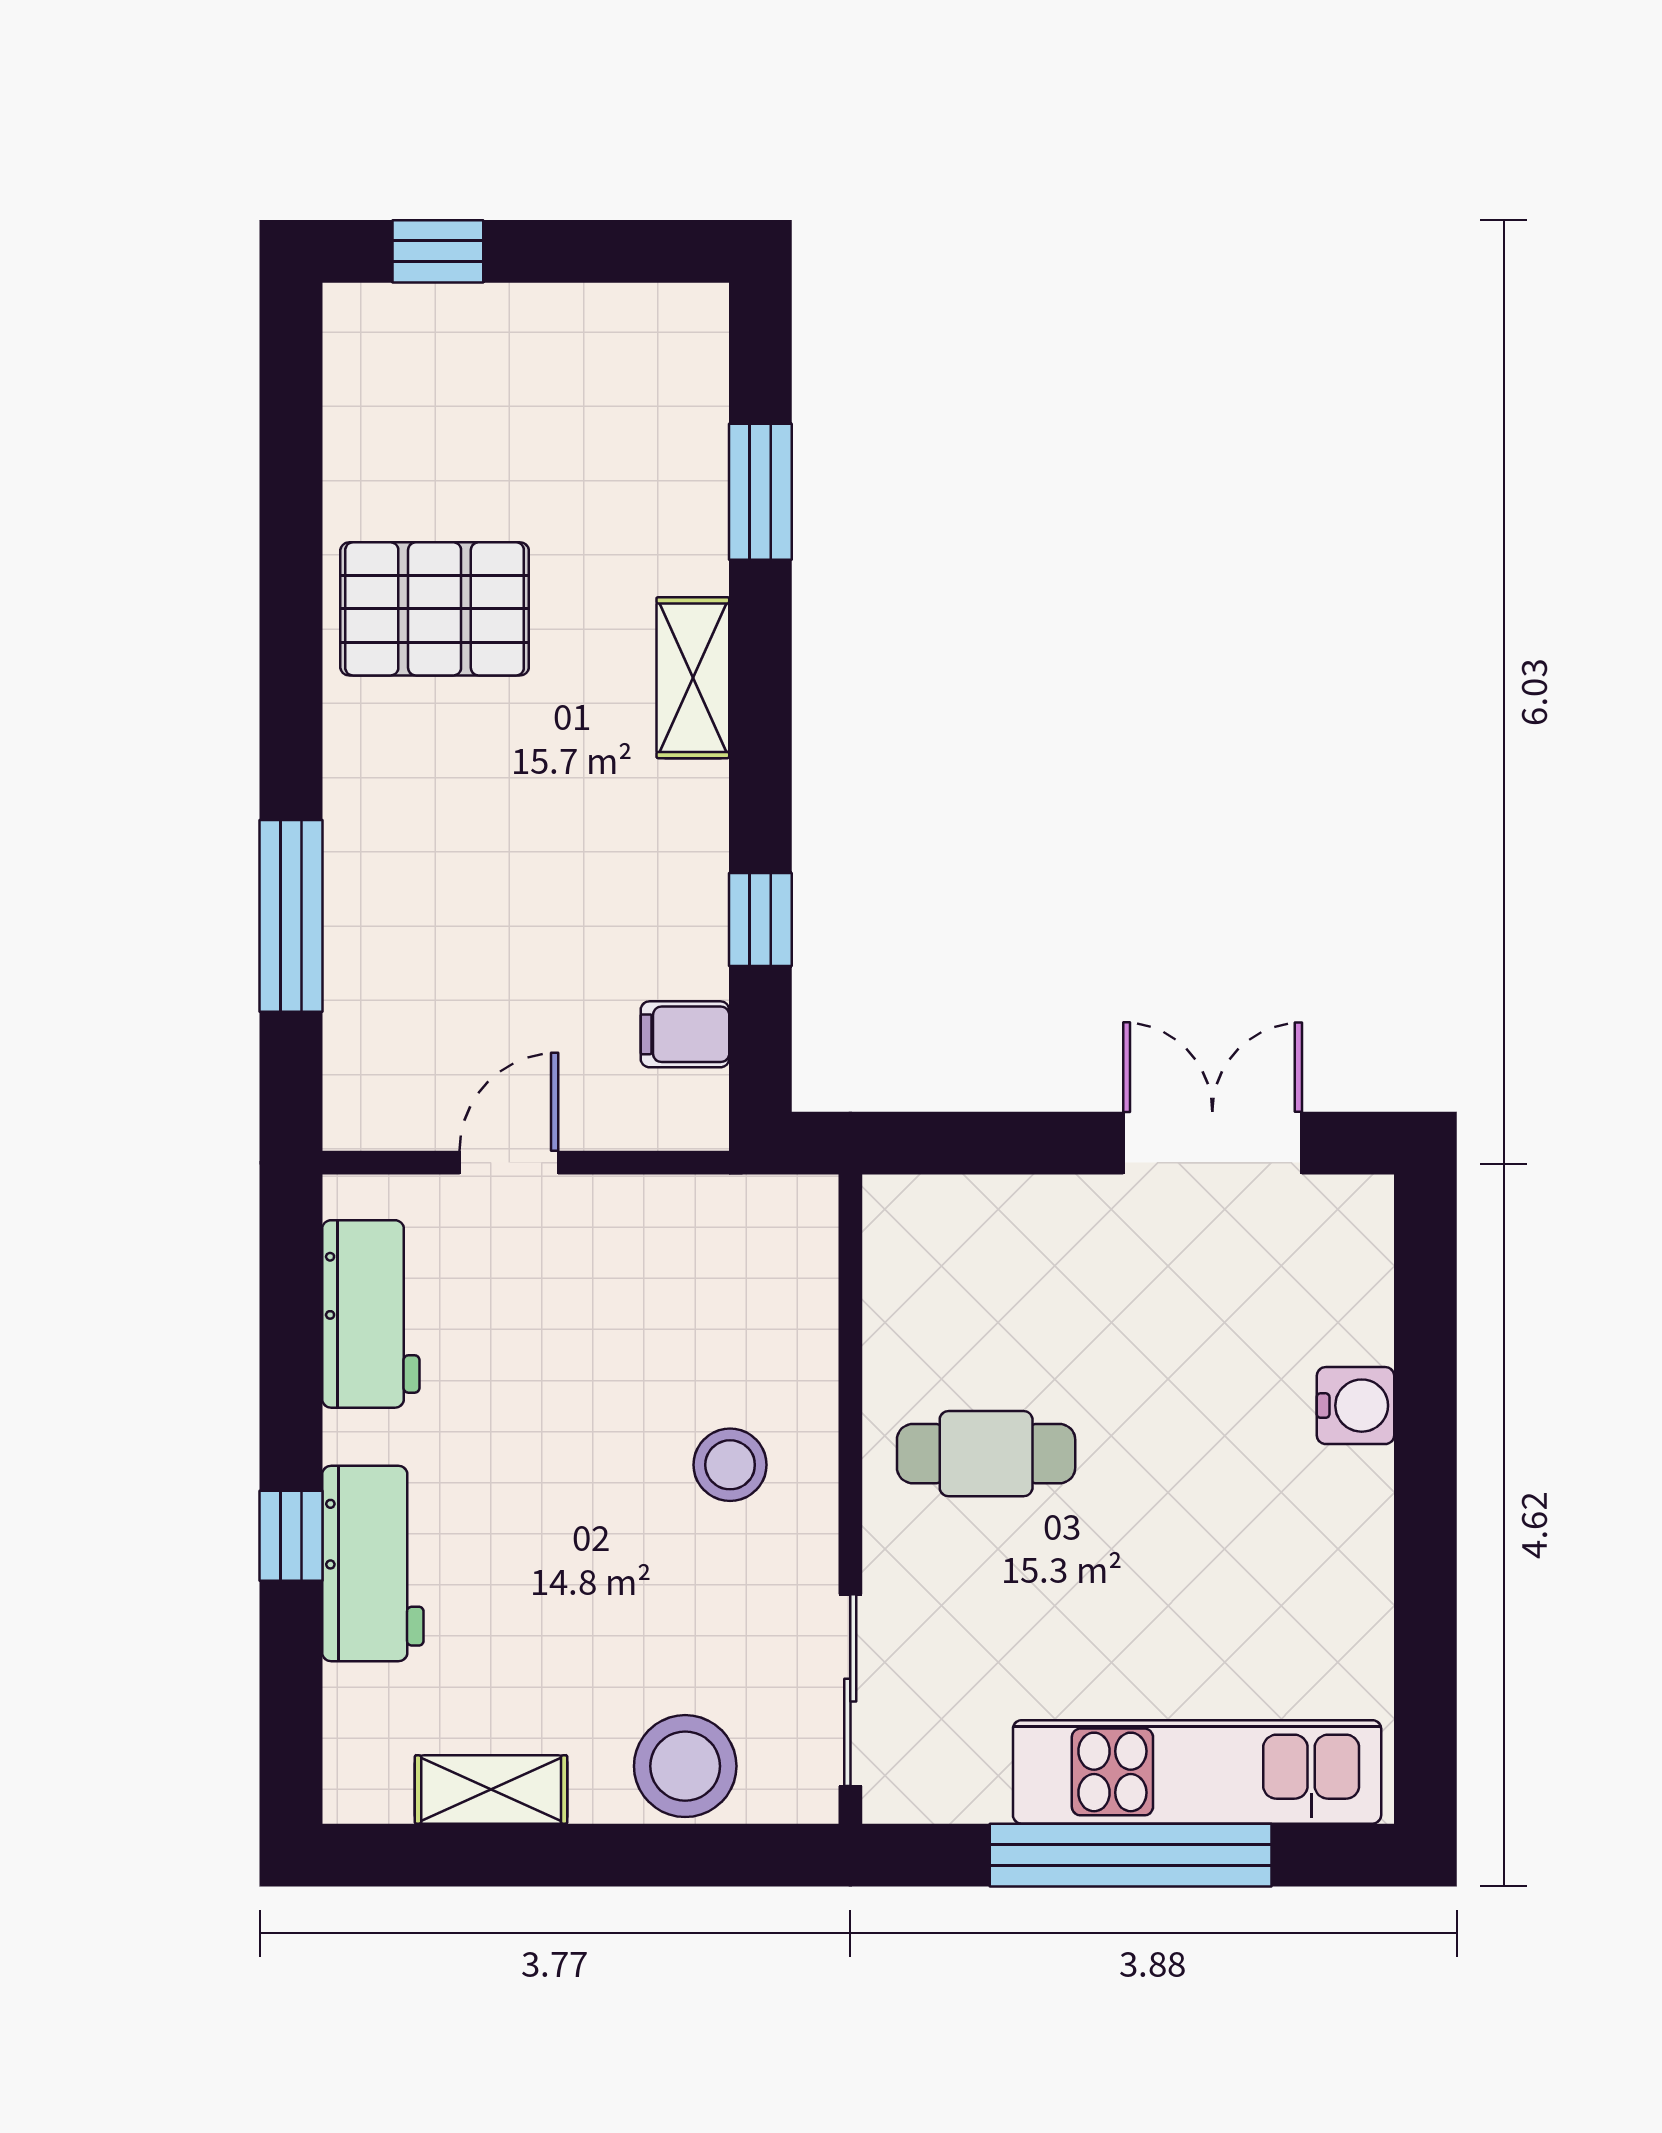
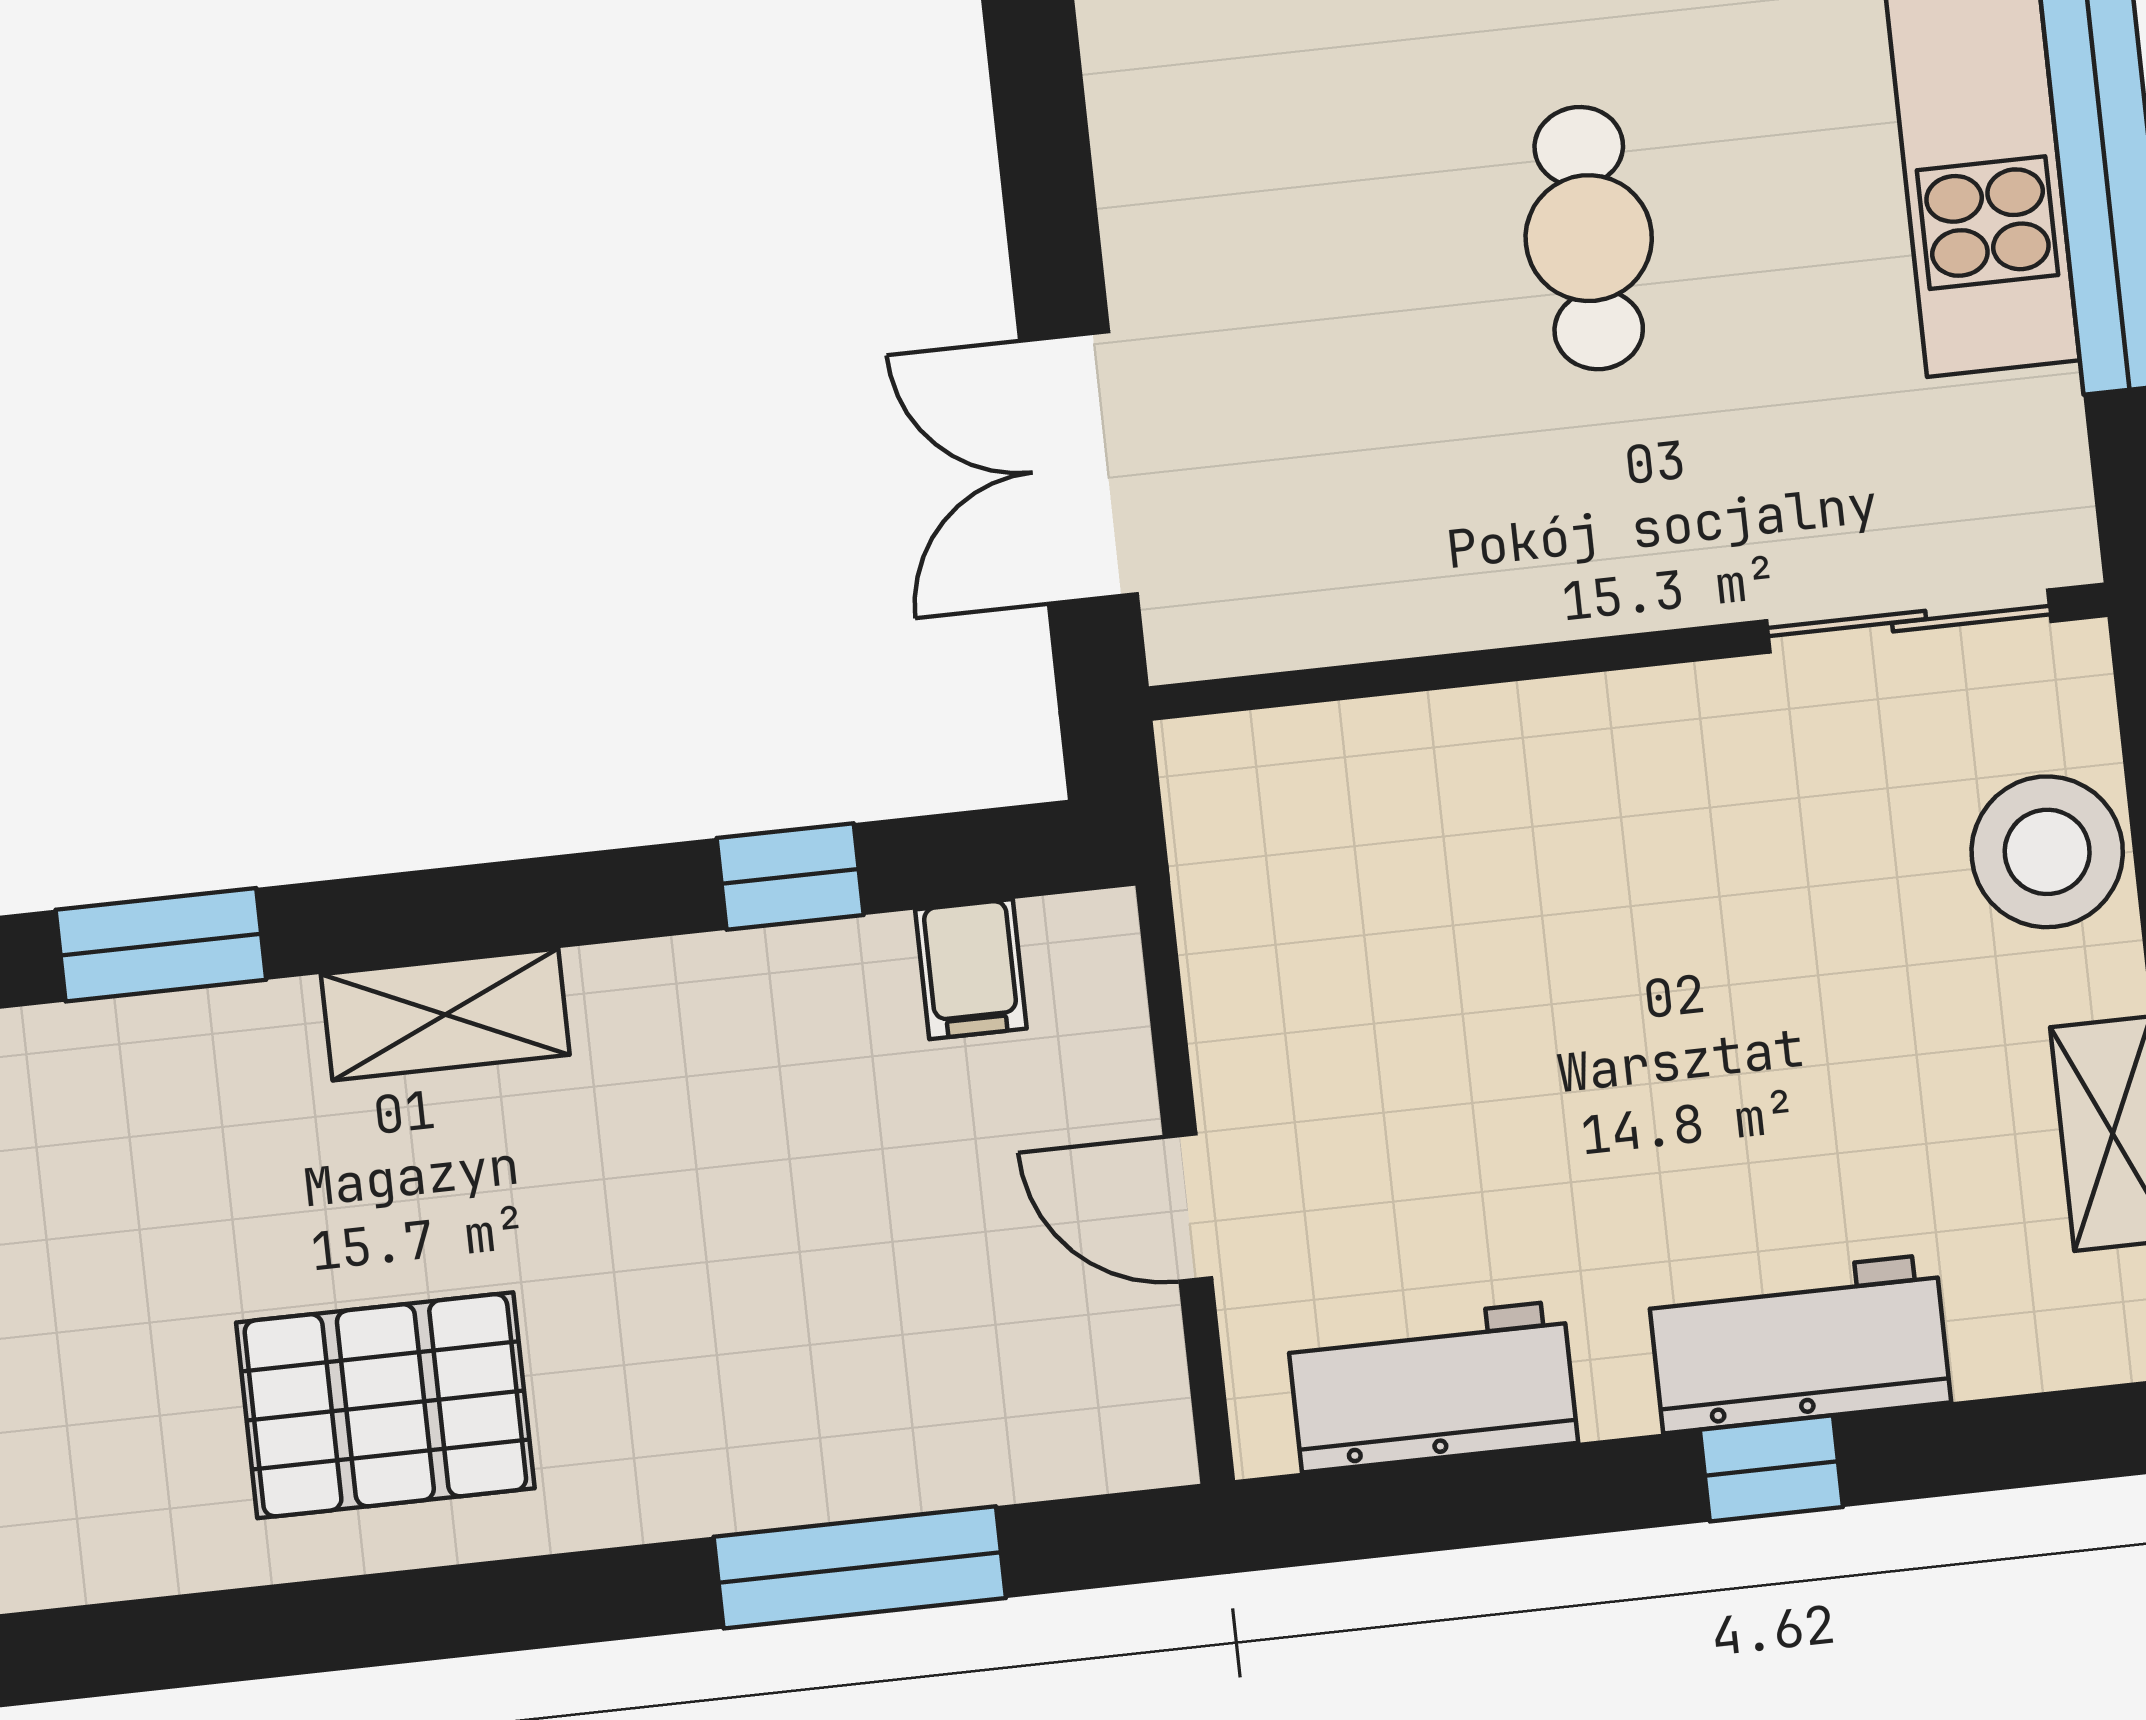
pallet: (435, 609) -> (385, 1405), turned 90
double door: (1212, 1143) -> (1079, 468), moved
cafe table: (986, 1454) -> (1589, 238), moved
stool: (730, 1465) -> (1597, 834), removed

